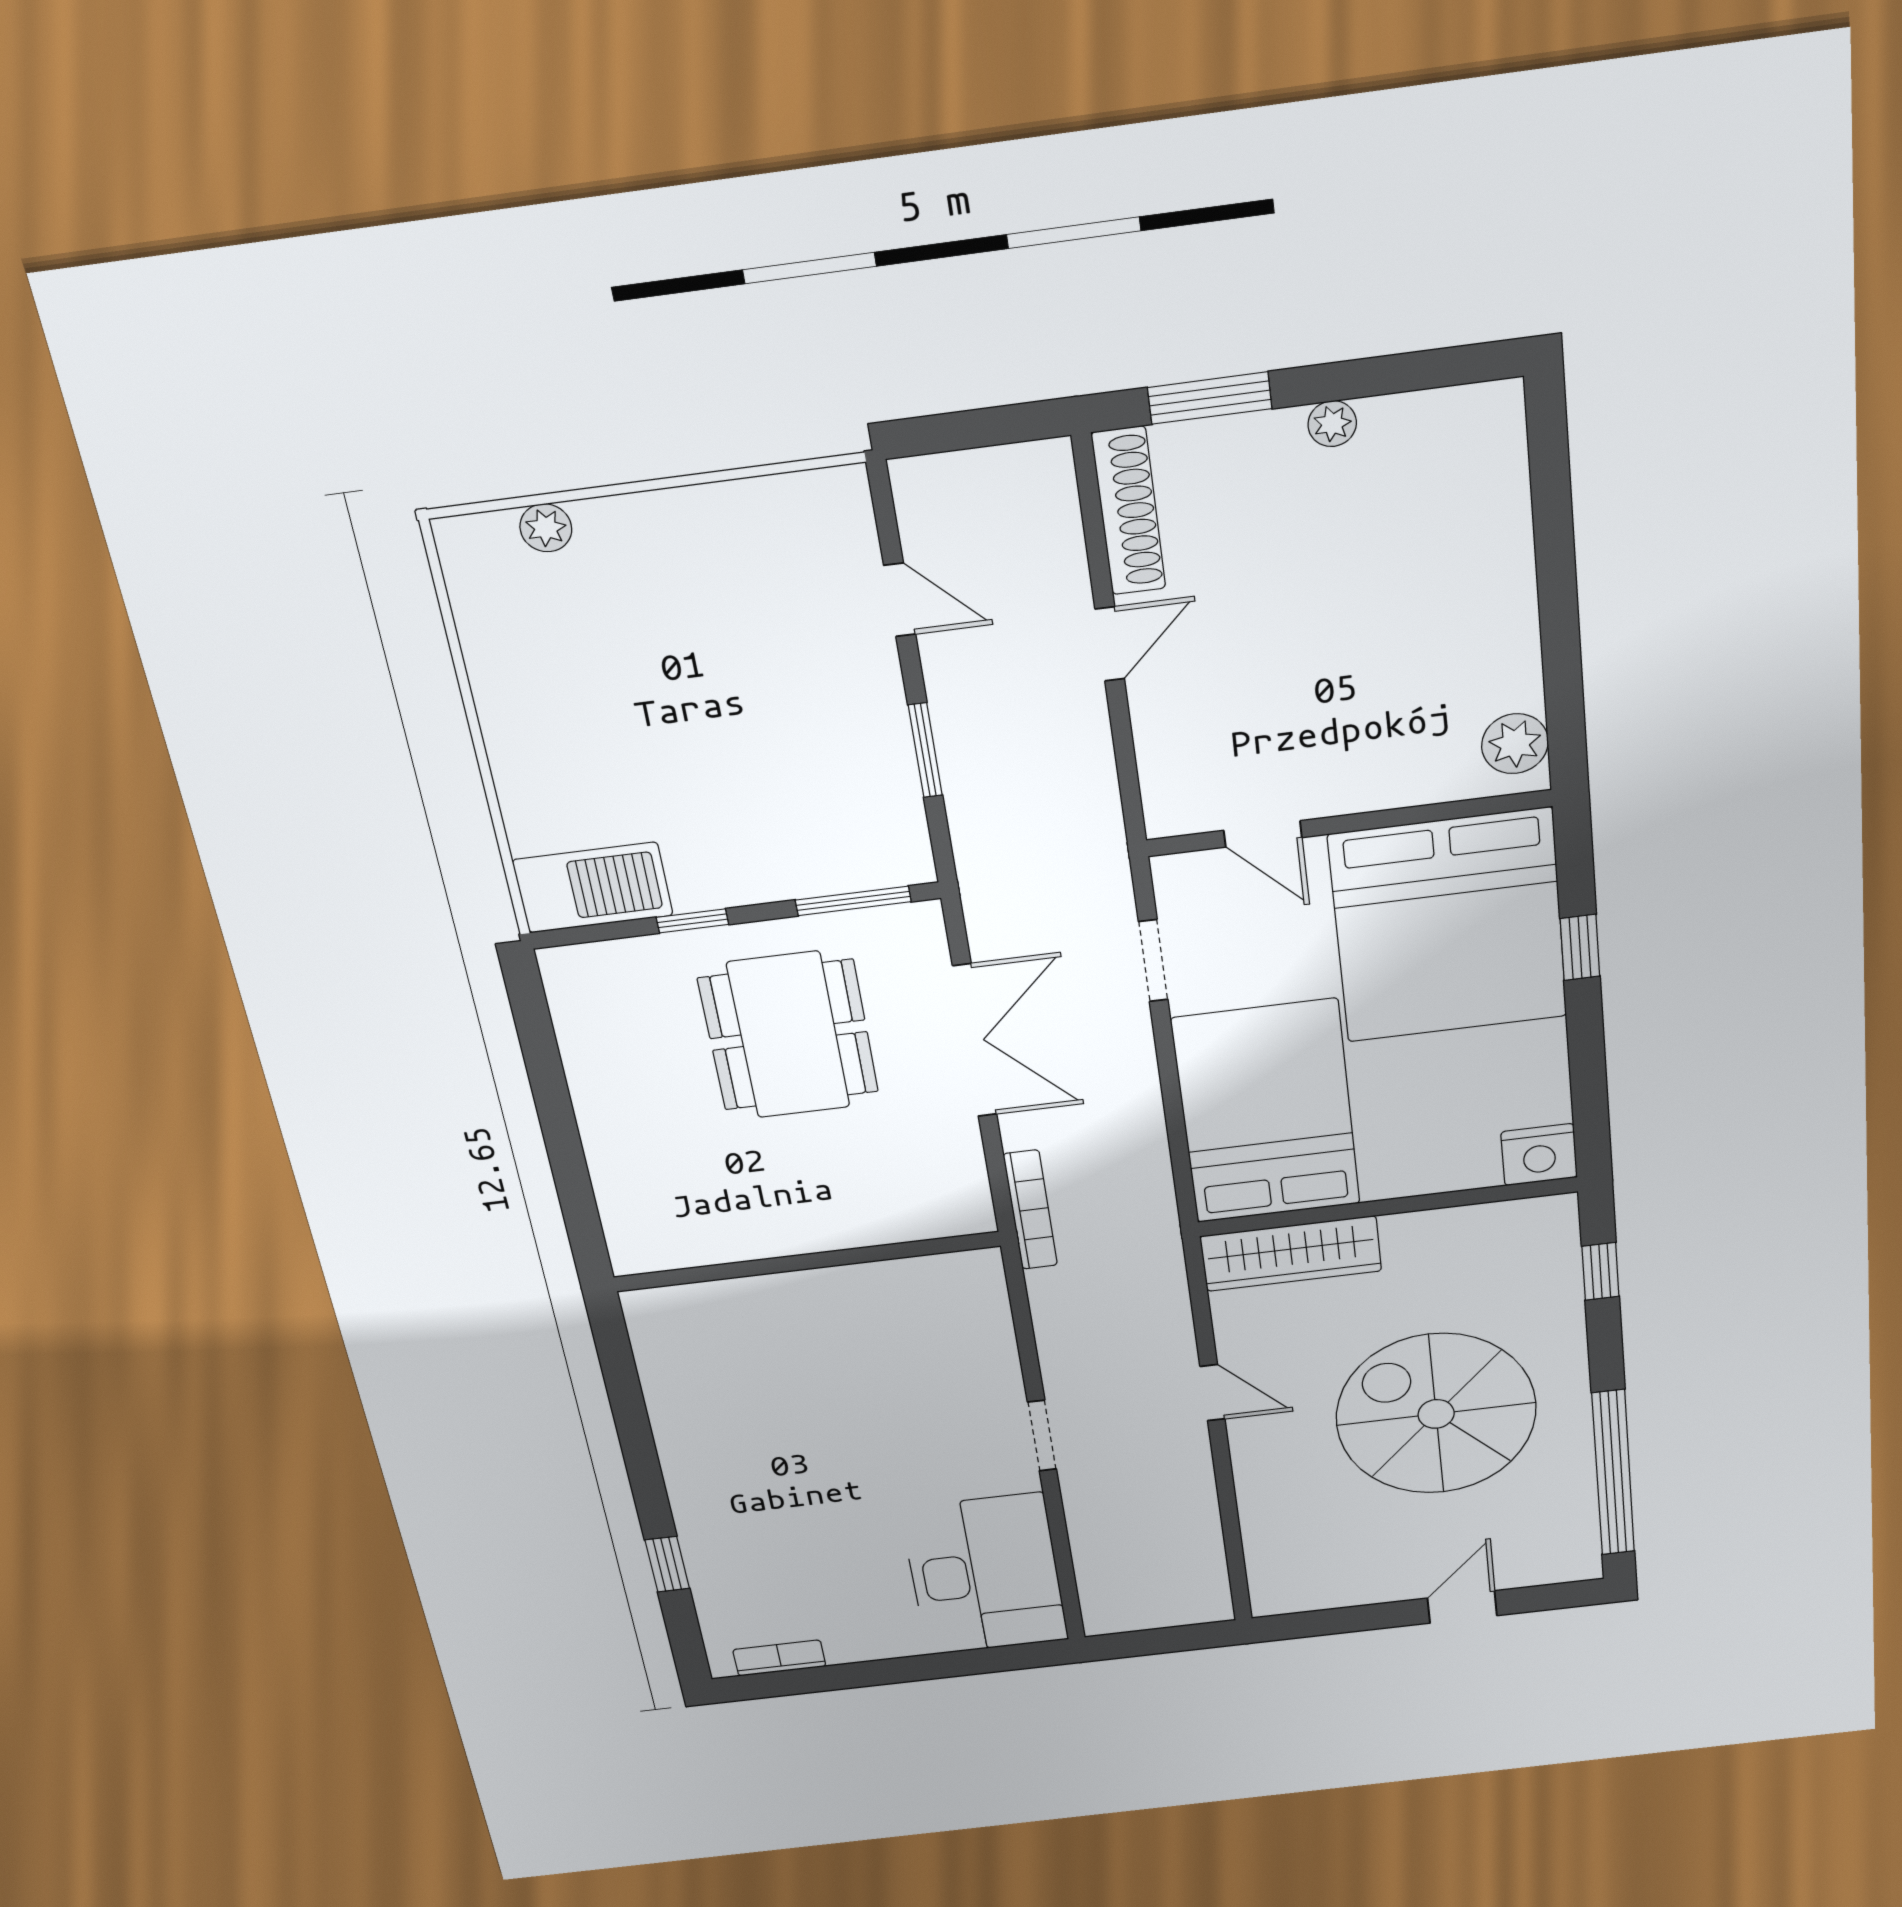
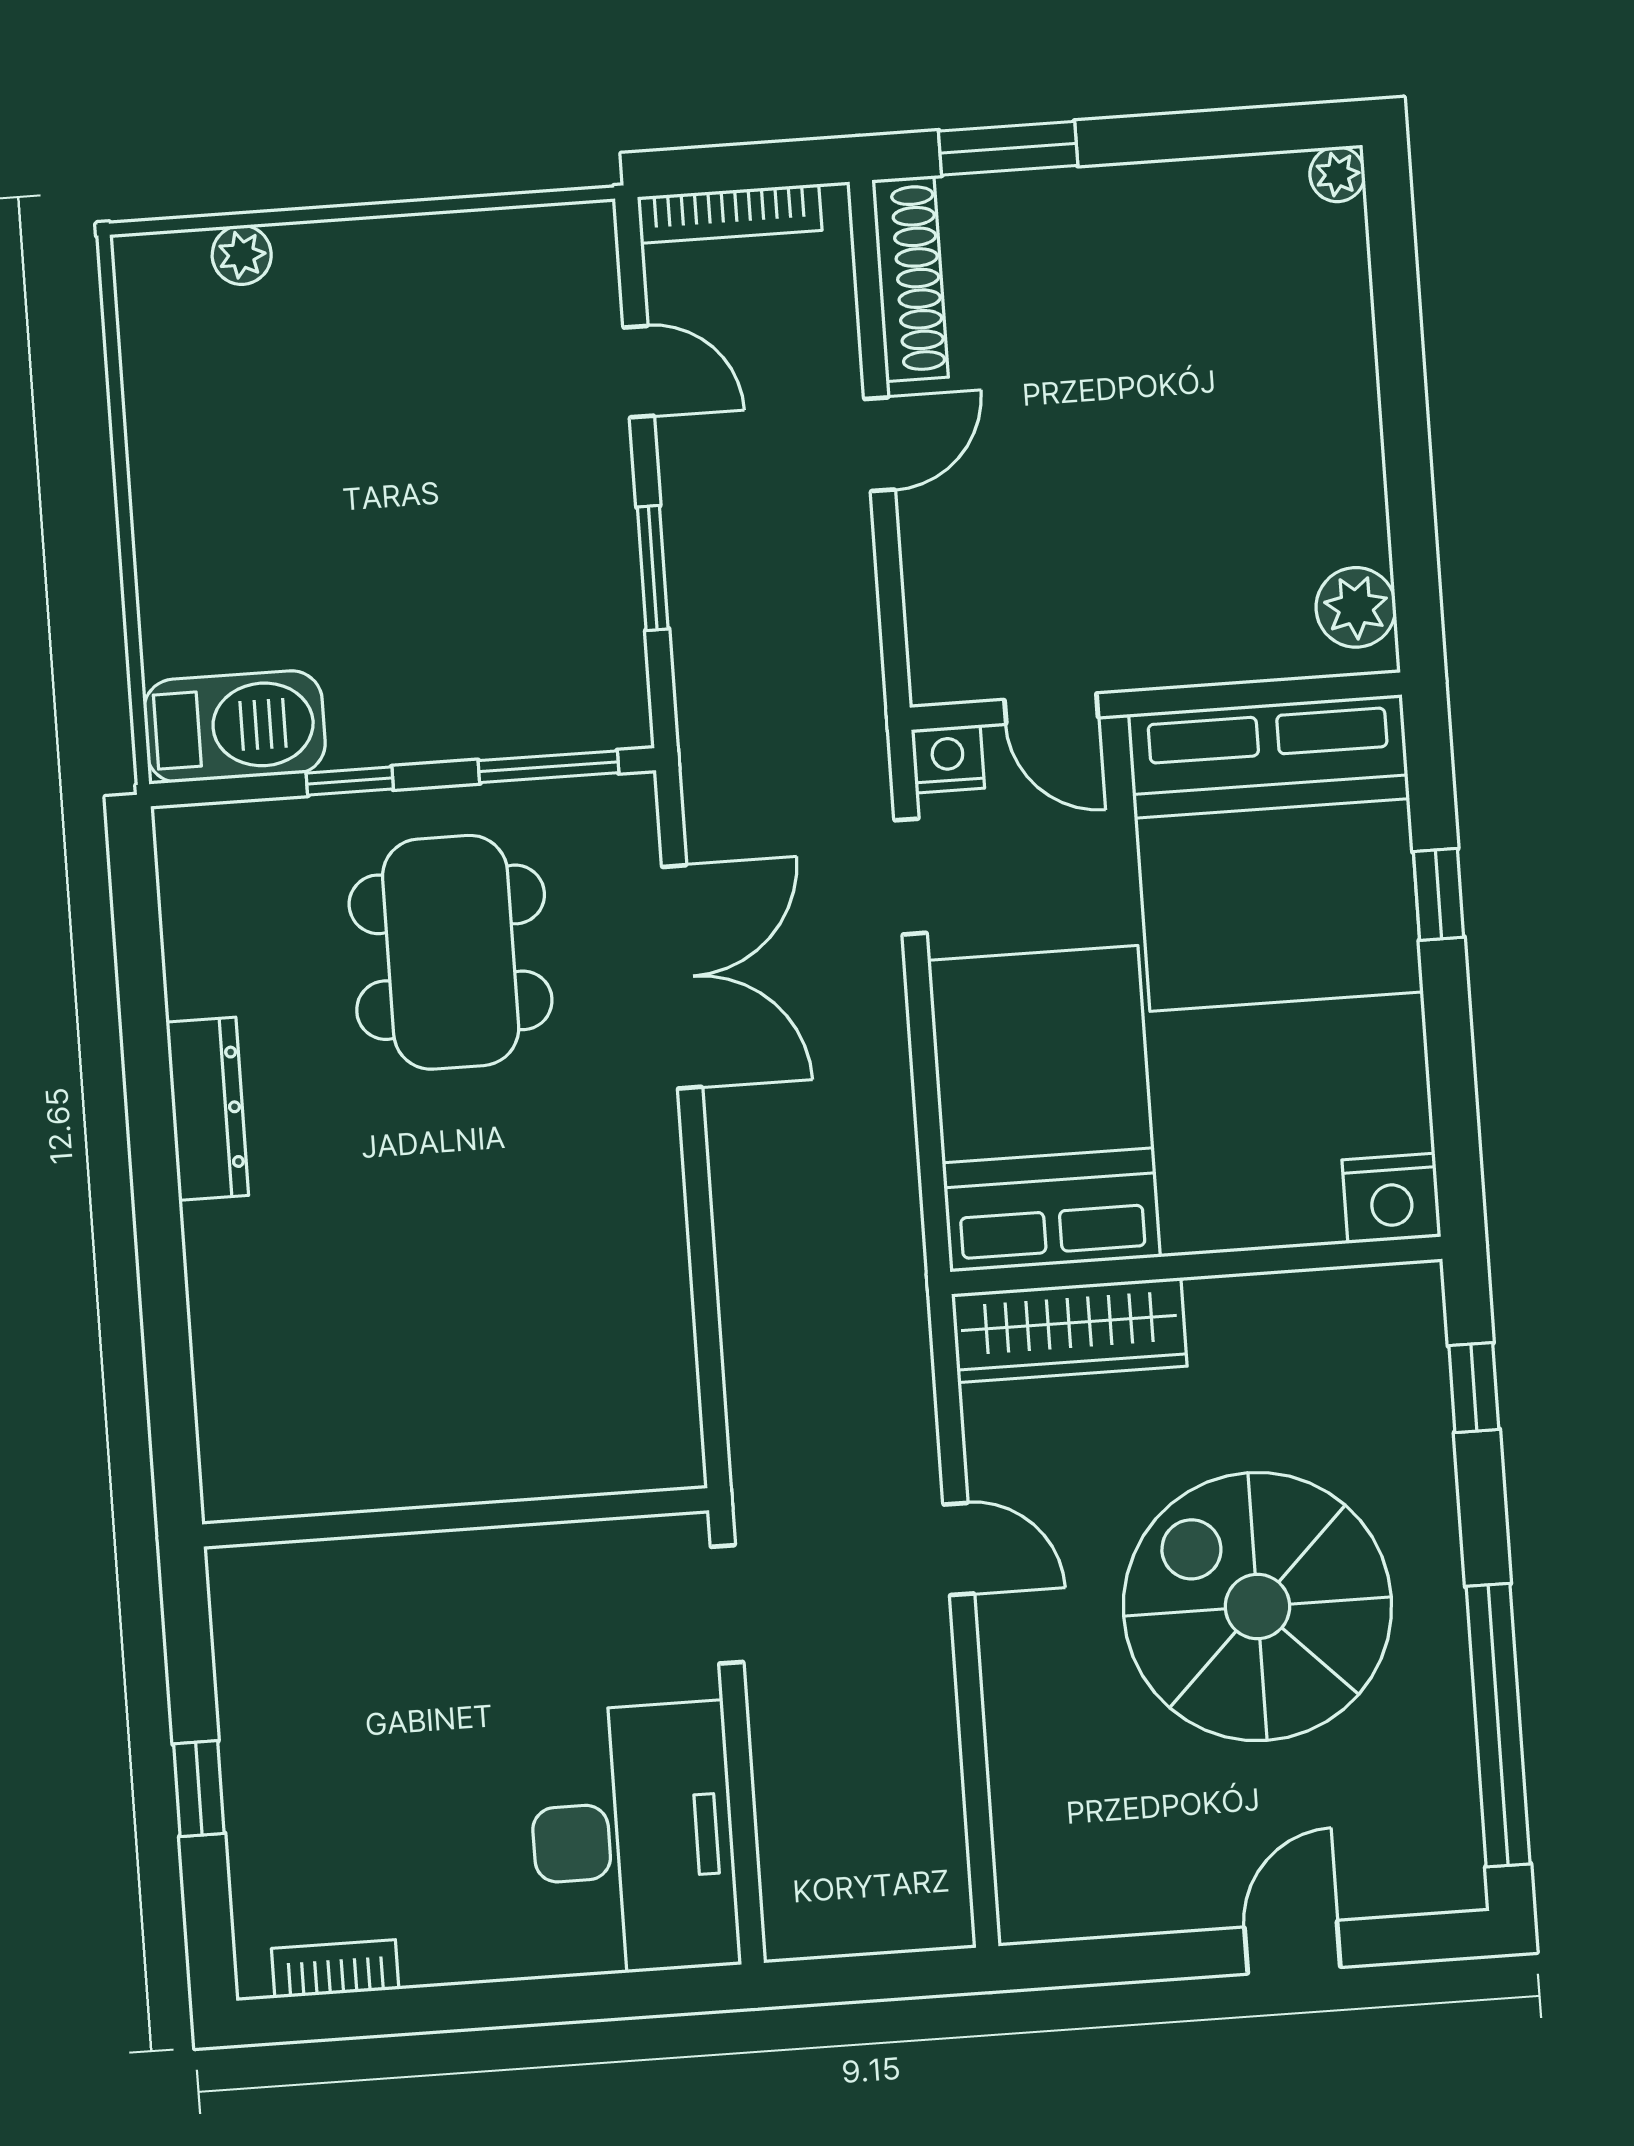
plant: (1332, 424) -> (1337, 174), moved
nightstand: (1179, 876) -> (948, 759), added
dresser: (610, 1151) -> (207, 1109), added
bookcase: (1030, 1210) -> (730, 214), moved, turned 90
wall: (807, 1262) -> (456, 1517), moved

